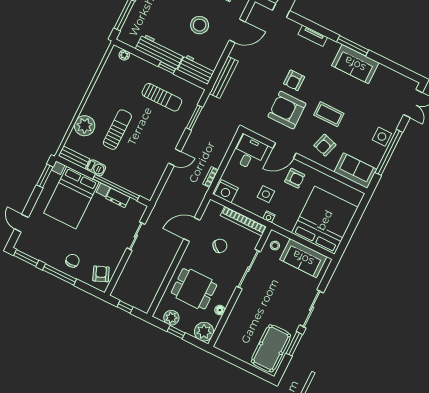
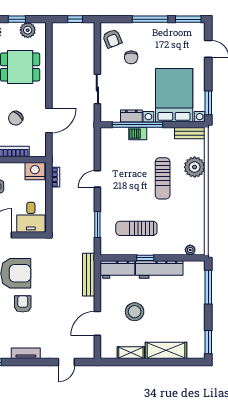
barbecue: (96, 168) -> (138, 134), moved
chair: (72, 261) -> (131, 57), moved

